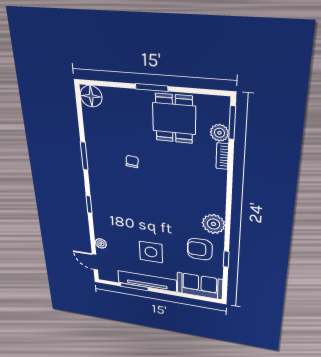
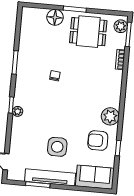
floor lamp: (91, 96) -> (55, 17), moved
dining table: (174, 118) -> (88, 32), turned 90
plant: (219, 133) -> (121, 26), moved
chair: (132, 162) -> (55, 76), moved
plant: (101, 243) -> (18, 111), moved

